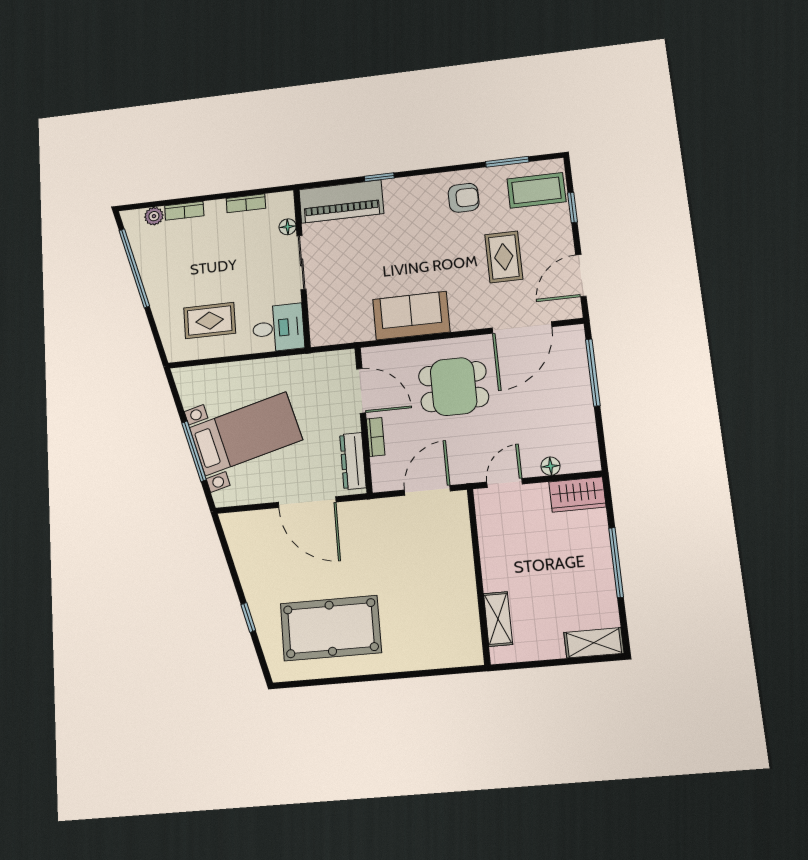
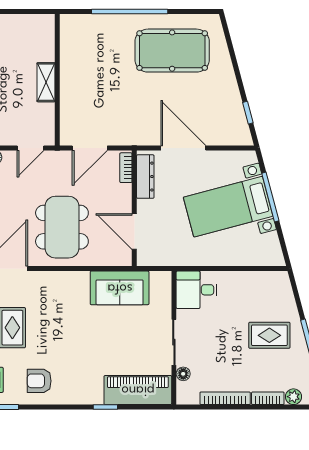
bookcase: (246, 203) -> (225, 398), width x1.56
sofa: (411, 316) -> (120, 288), moved
rug: (210, 321) -> (269, 335), moved
dining table: (454, 387) -> (62, 227), width x1.38
bookcase: (376, 437) -> (126, 168), moved
window: (248, 617) -> (248, 113), moved
shelving: (498, 619) -> (46, 82), moved
window: (391, 676) -> (130, 12), added

